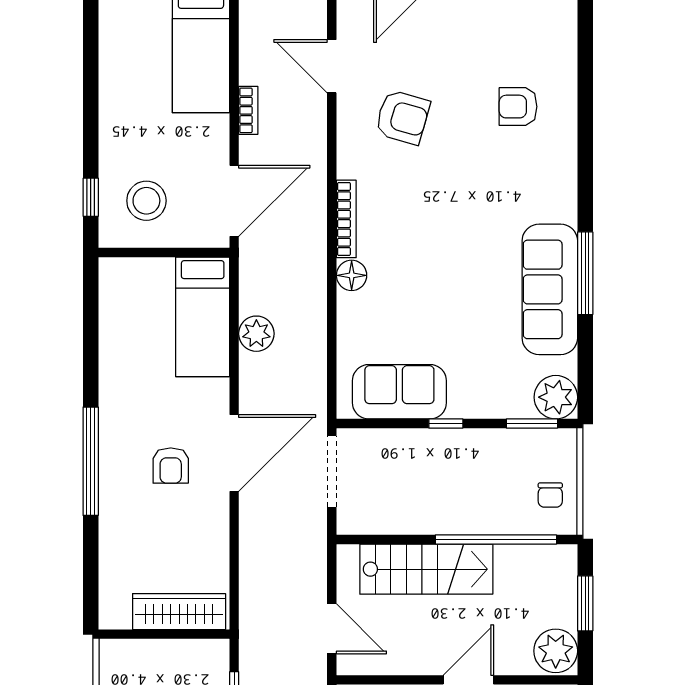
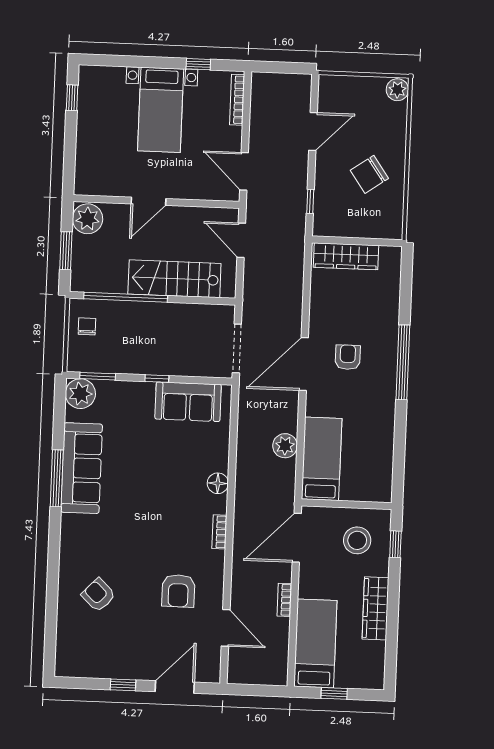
wardrobe: (116, 103) -> (376, 608), added
armchair: (518, 107) -> (98, 595), turned -136
armchair: (403, 117) -> (178, 591), turned -106
bookcase: (346, 219) -> (219, 532), width x0.64

